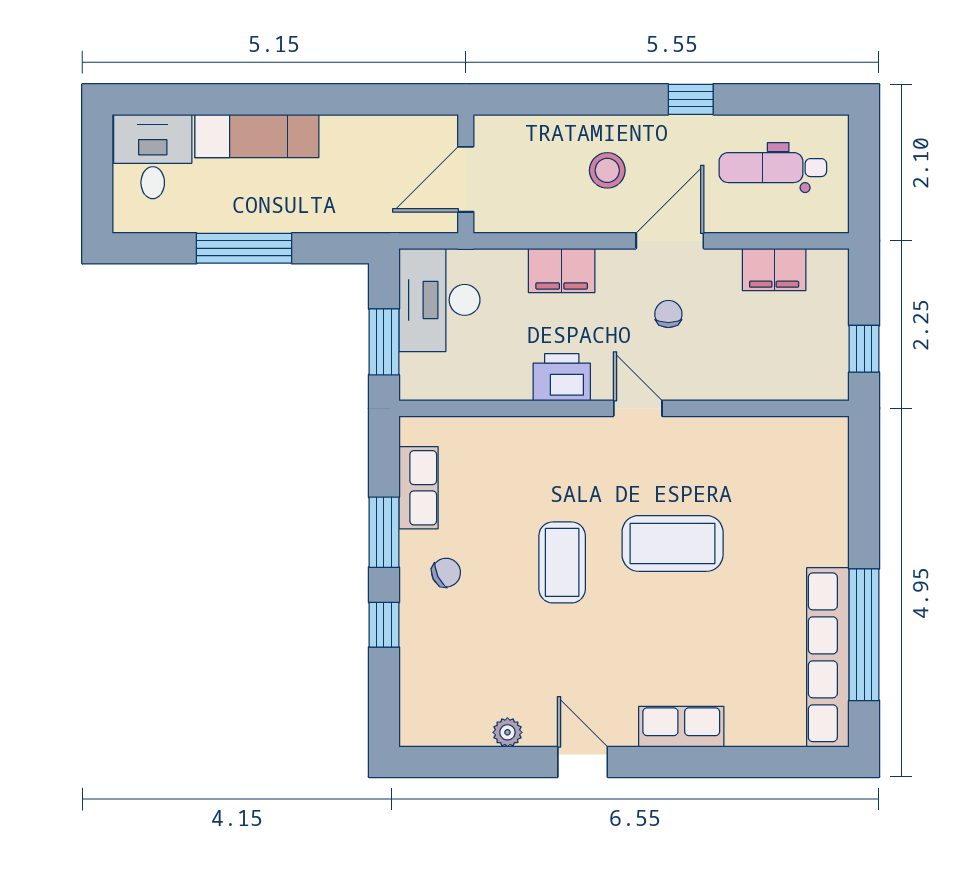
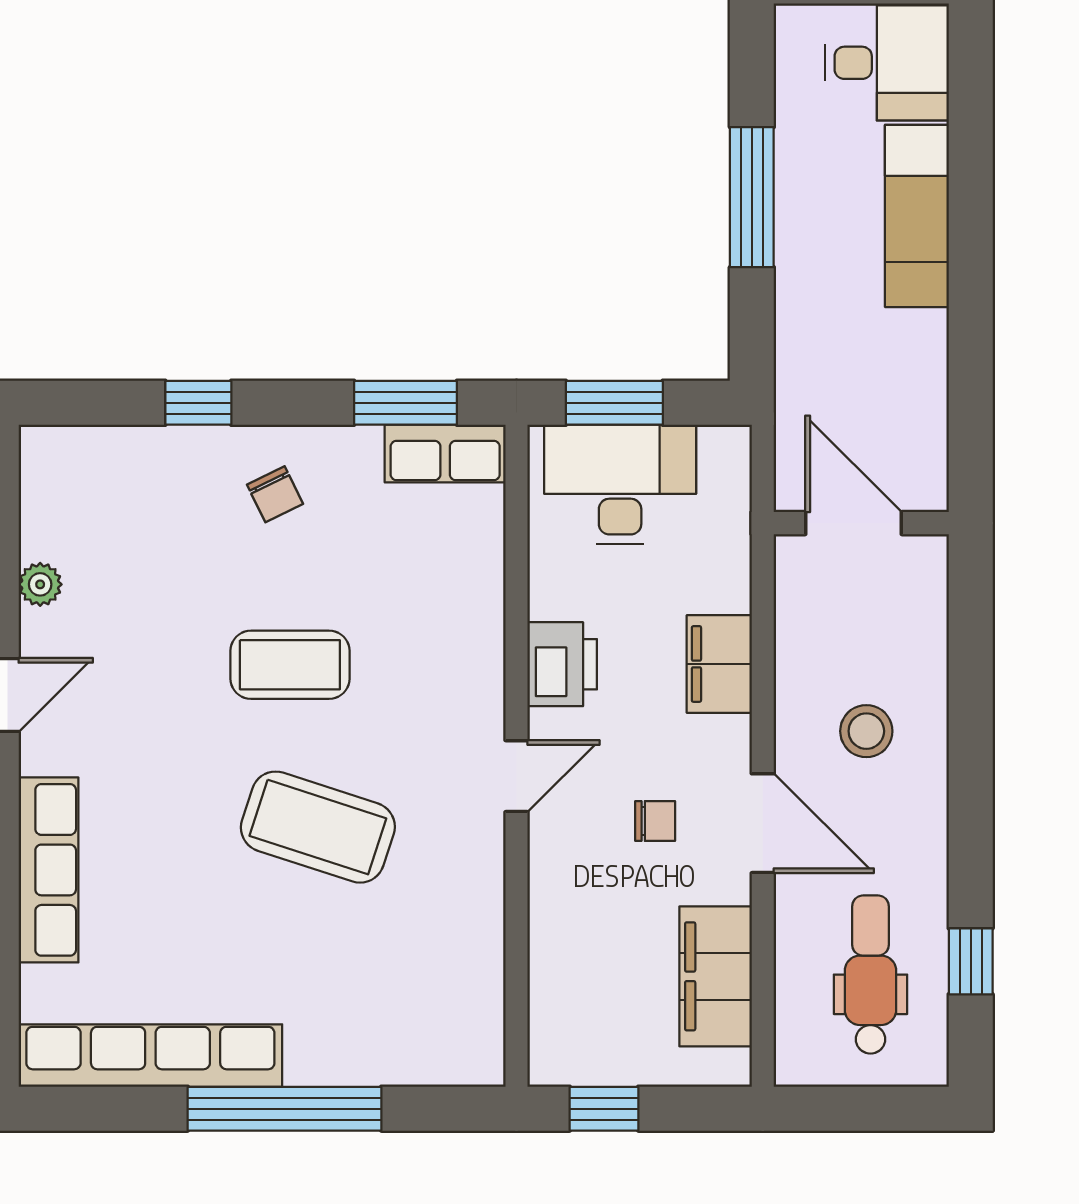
window: (691, 99) -> (971, 961), moved
filing cabinet: (774, 269) -> (716, 976), width x1.50, depth x1.17
desk: (439, 300) -> (620, 484), moved
row of seats: (418, 488) -> (445, 454), moved
window: (384, 532) -> (406, 403), moved
coffee table: (673, 543) -> (318, 827), turned -72
window: (864, 635) -> (284, 1109), moved
row of seats: (681, 727) -> (48, 870), width x1.48

